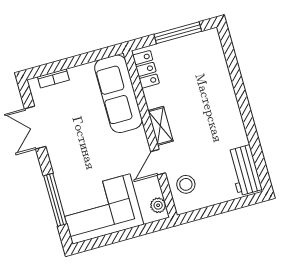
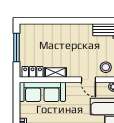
shelving: (160, 126) -> (55, 73), moved

